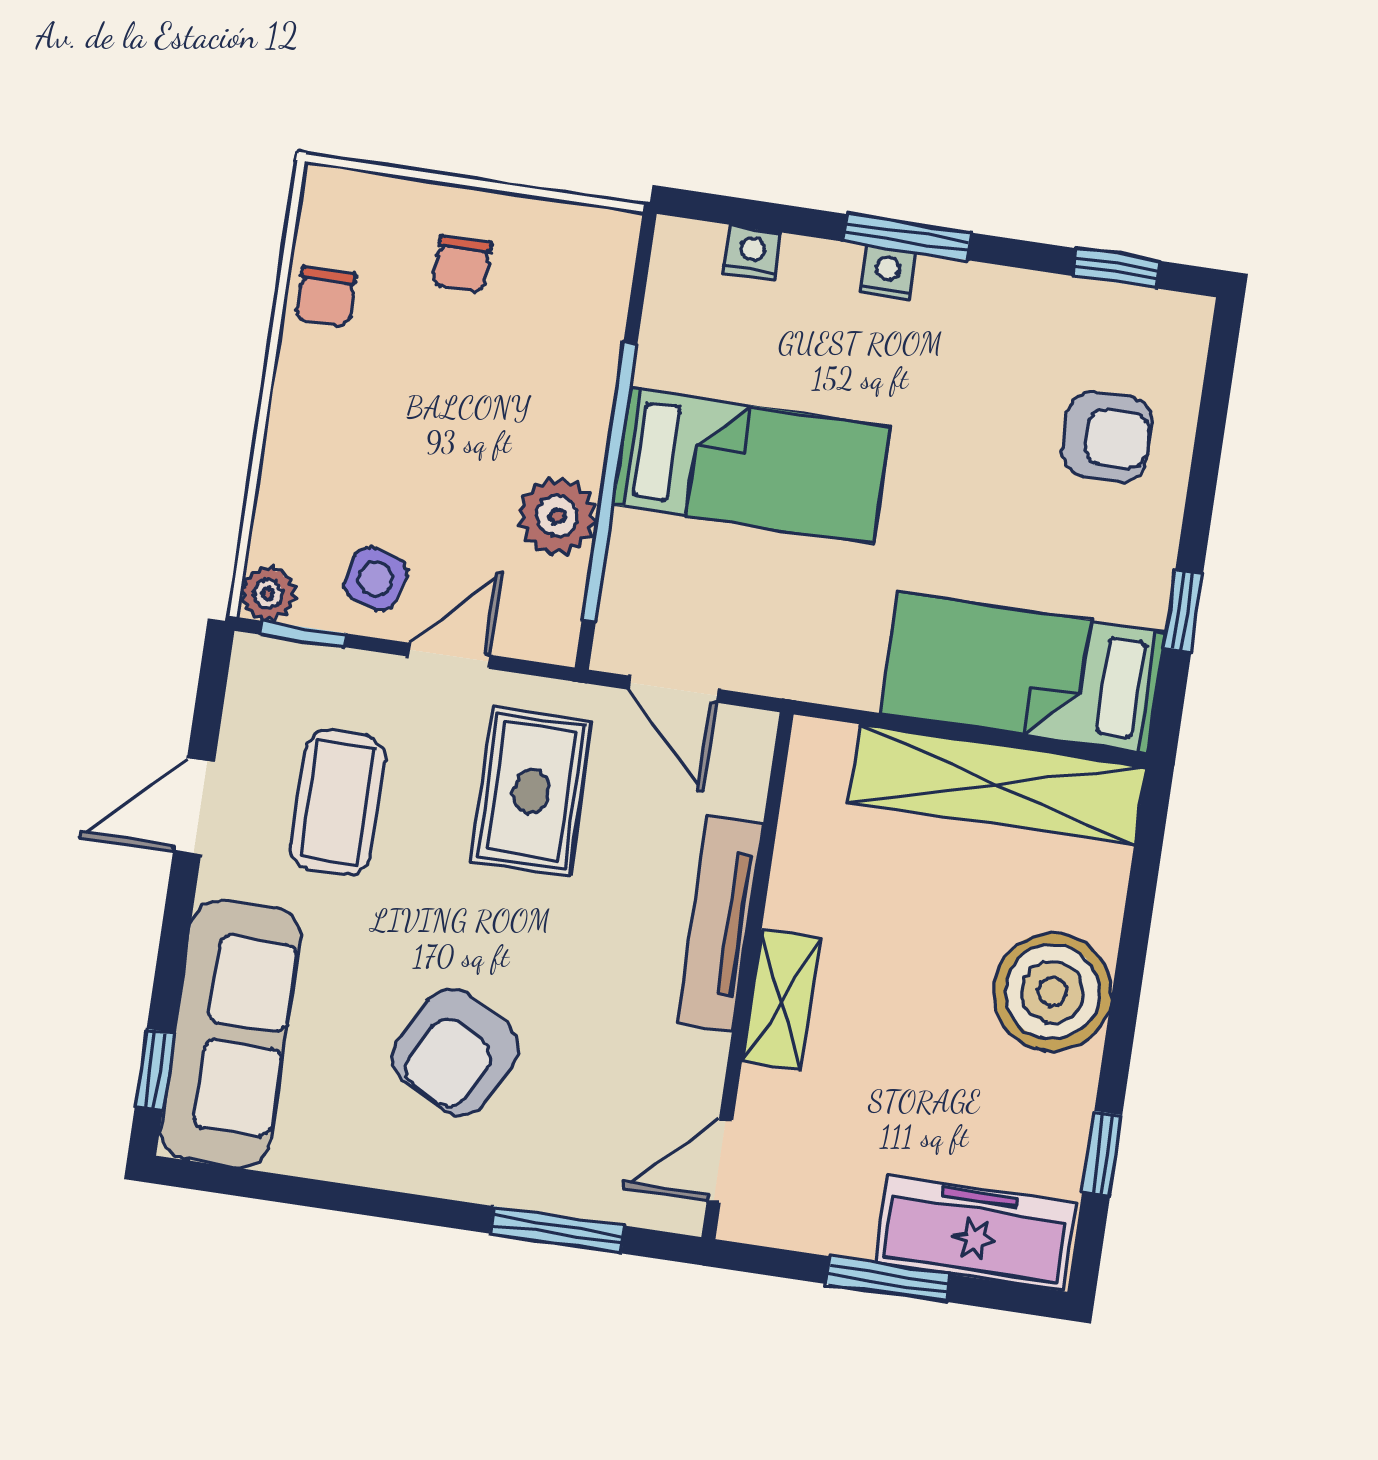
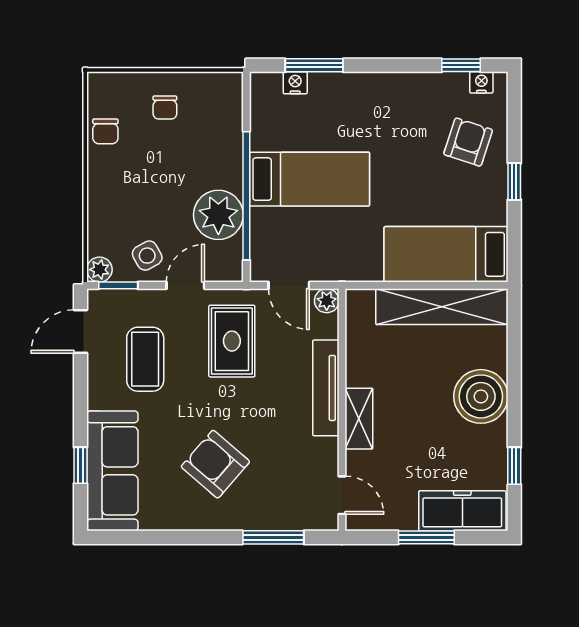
window: (907, 237) -> (314, 65), moved
nightstand: (888, 272) -> (481, 82), moved
armchair: (1107, 437) -> (468, 142), turned -72
plant: (557, 516) -> (218, 215), width x1.36, depth x1.36
side table: (376, 579) -> (147, 256), turned 45
window: (1183, 611) -> (514, 181), moved
plant: (750, 735) -> (327, 301), added
door: (194, 807) -> (80, 331), moved
armchair: (456, 1052) -> (215, 464), turned 102
window: (155, 1070) -> (80, 465), moved
door: (720, 1161) -> (342, 495), swing flipped

